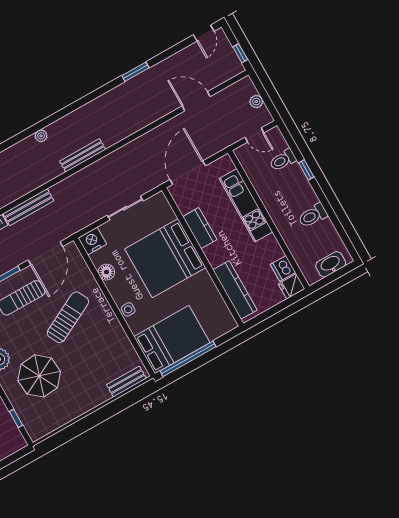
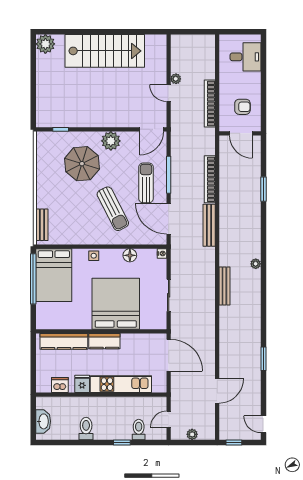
kitchen counter: (200, 228) -> (104, 341), moved
nightstand: (92, 241) -> (162, 253), width x0.53, depth x0.56
fridge: (292, 286) -> (82, 384), moved

